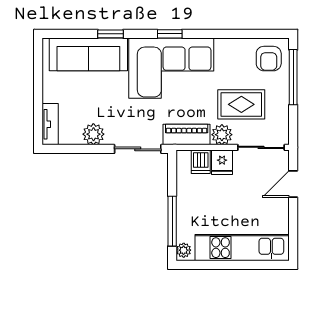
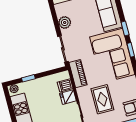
window: (111, 34) -> (125, 28), moved
plant: (222, 135) -> (83, 93), removed
window: (172, 221) -> (28, 78), width x0.46

